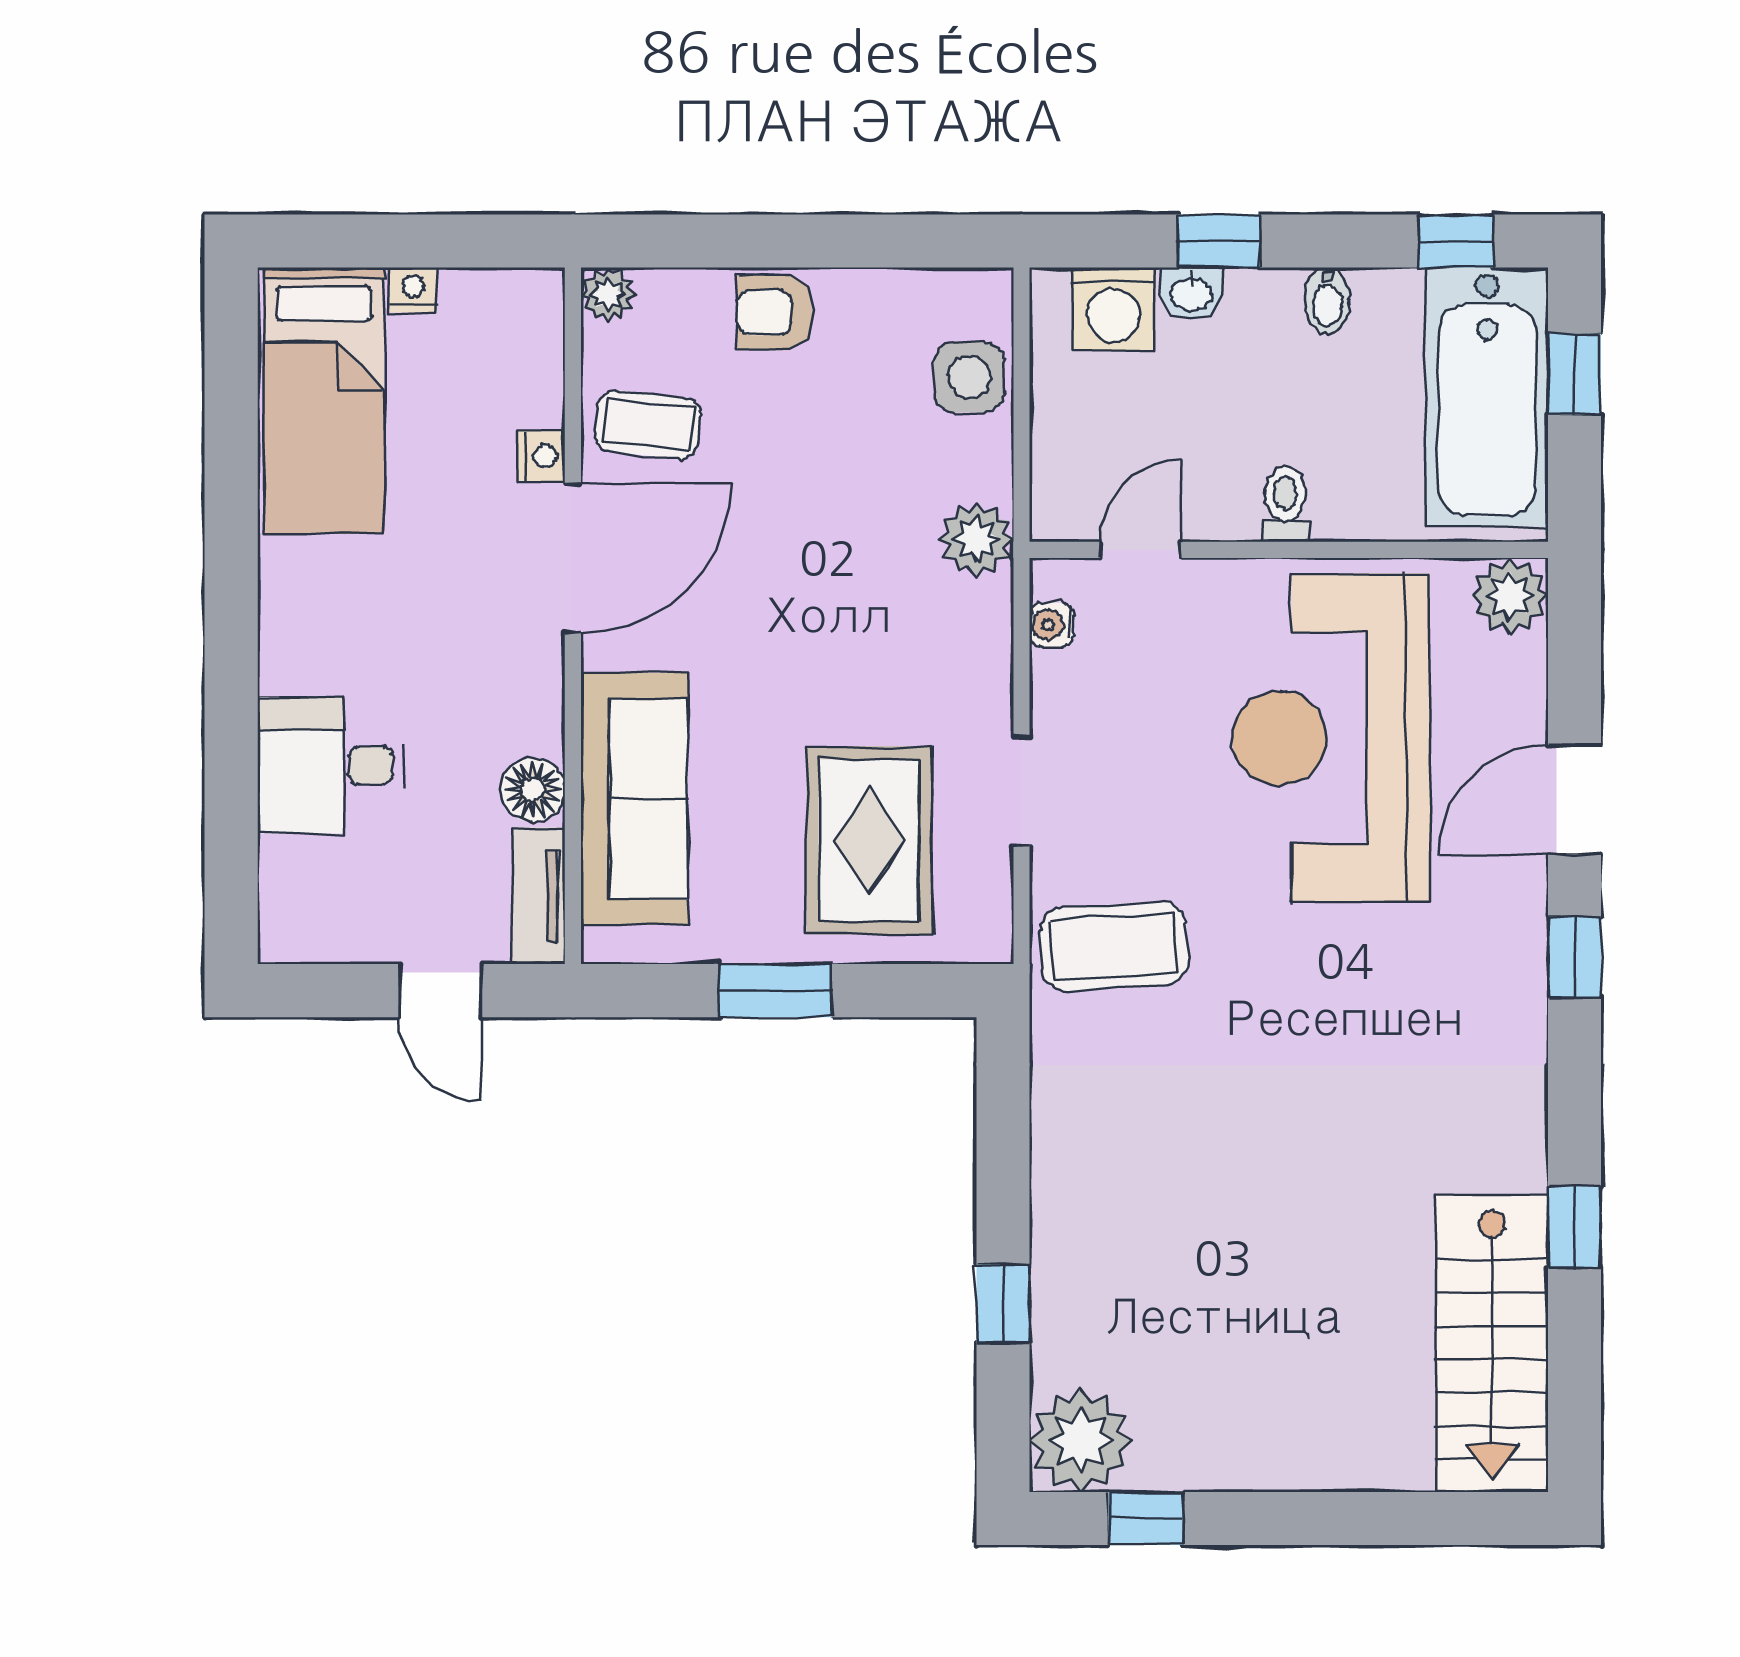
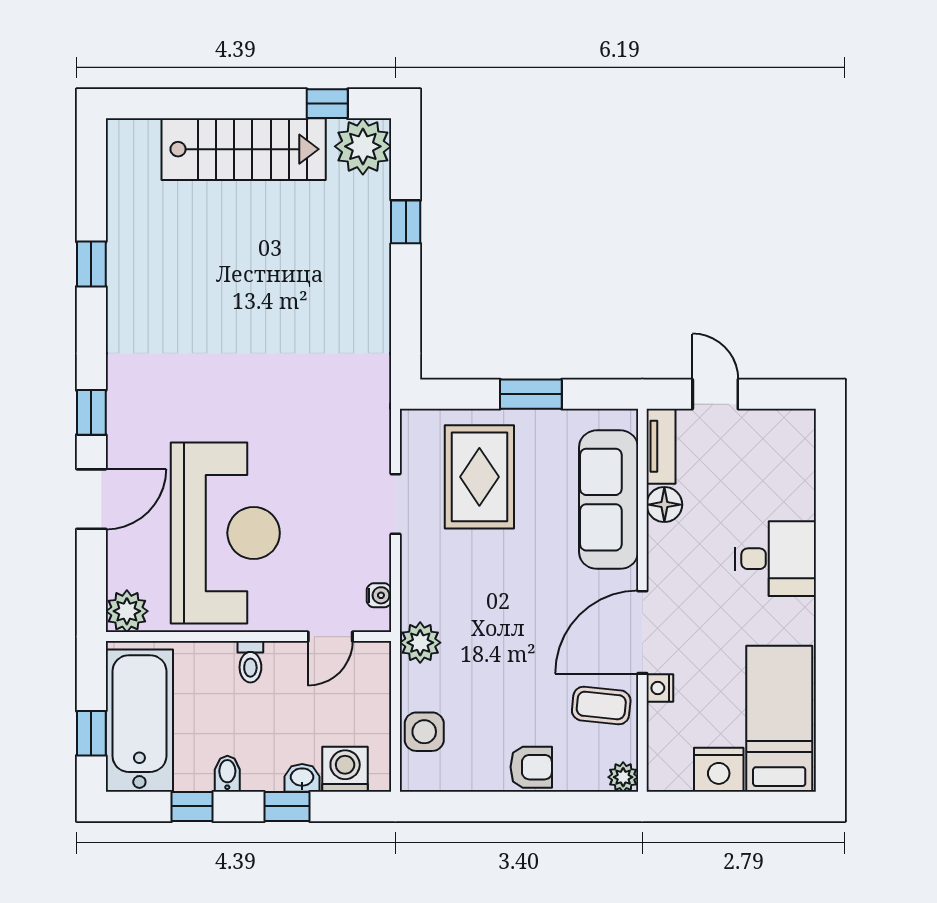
window: (1456, 241) -> (192, 806), moved
nightstand: (413, 290) -> (719, 770), width x1.89, depth x1.79
desk: (331, 765) -> (775, 559), moved
coffee table: (1114, 946) -> (345, 418), removed
stairs: (1492, 1343) -> (244, 149), moved, turned 90

